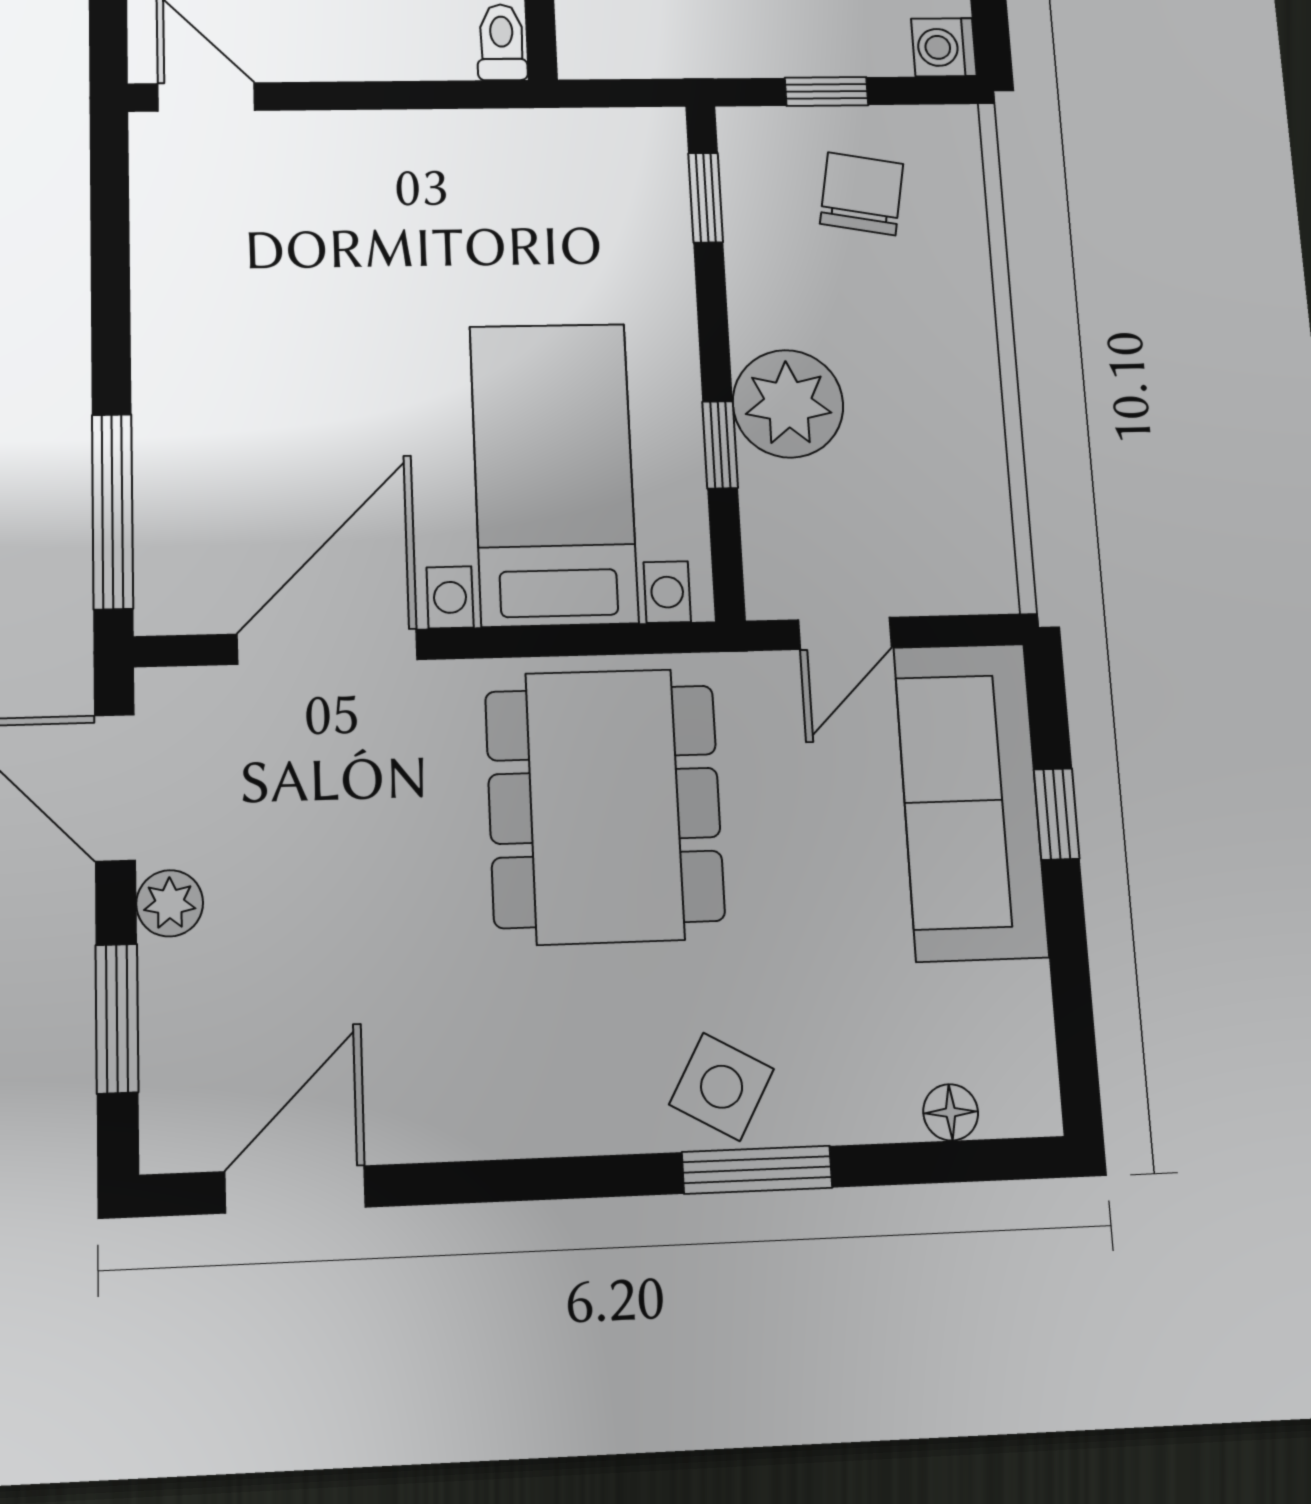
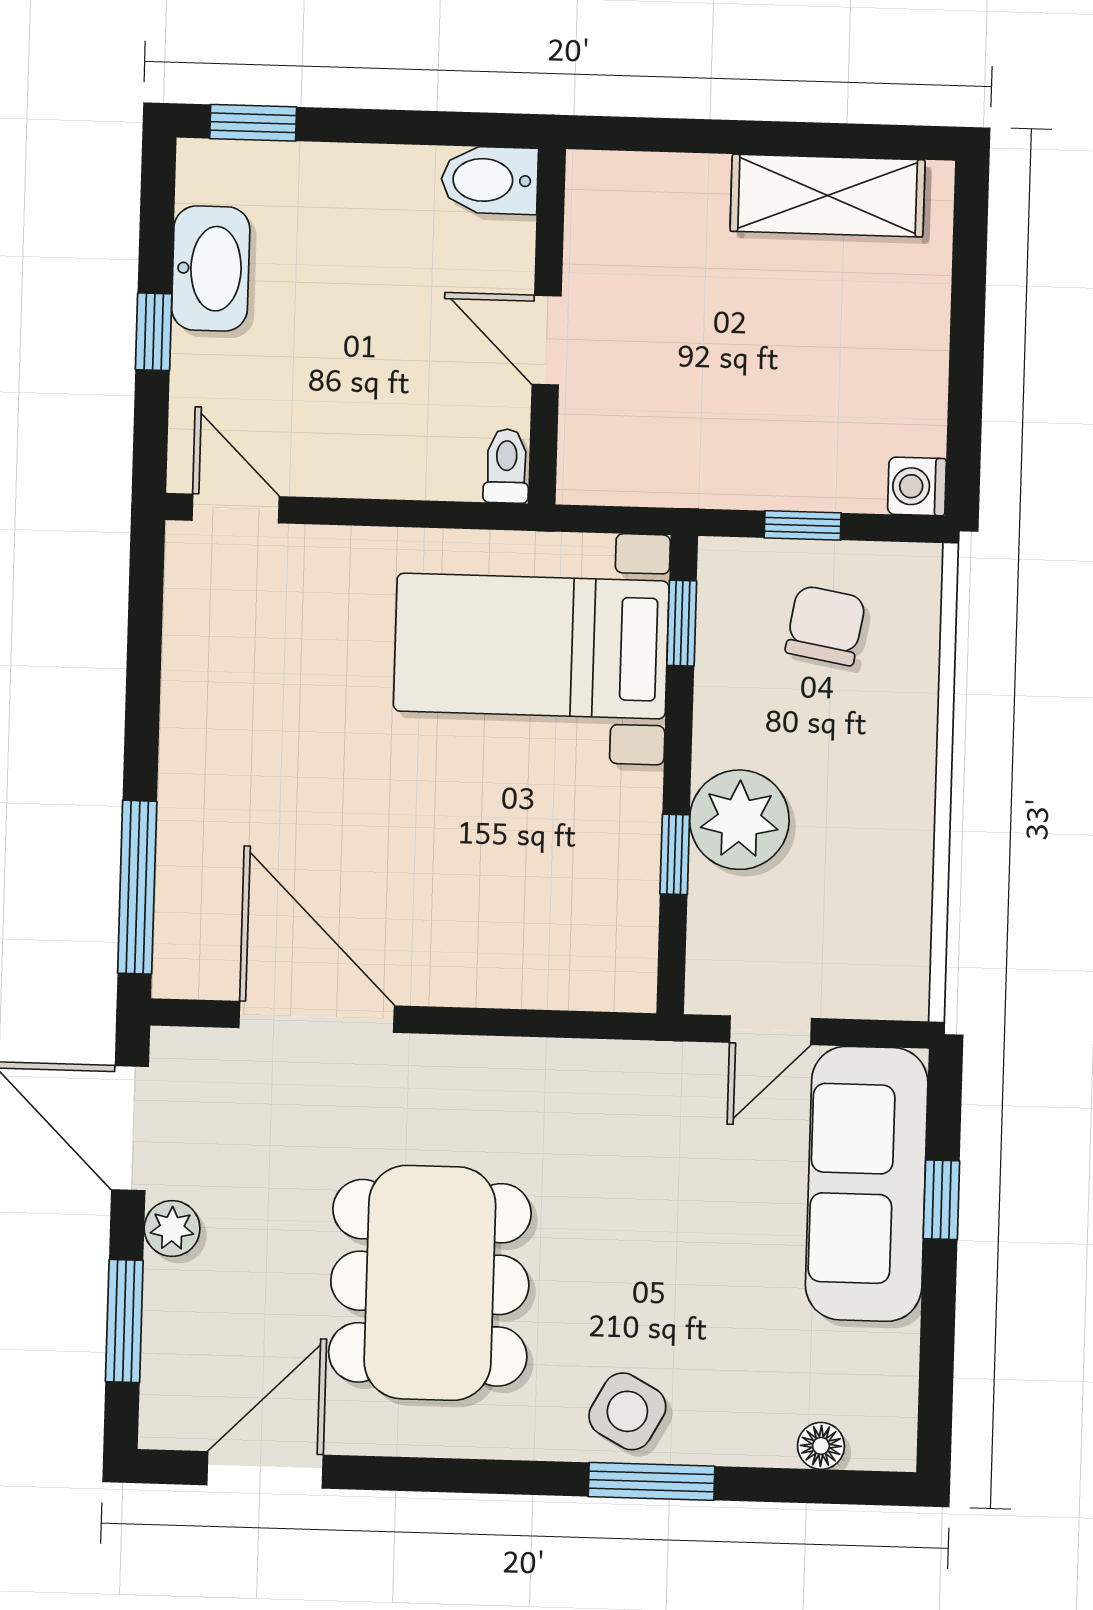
bed with nightstands: (554, 474) -> (531, 646), moved, turned -90
door: (327, 647) -> (317, 1017), hinge flipped
dining table: (605, 806) -> (430, 1283), moved

